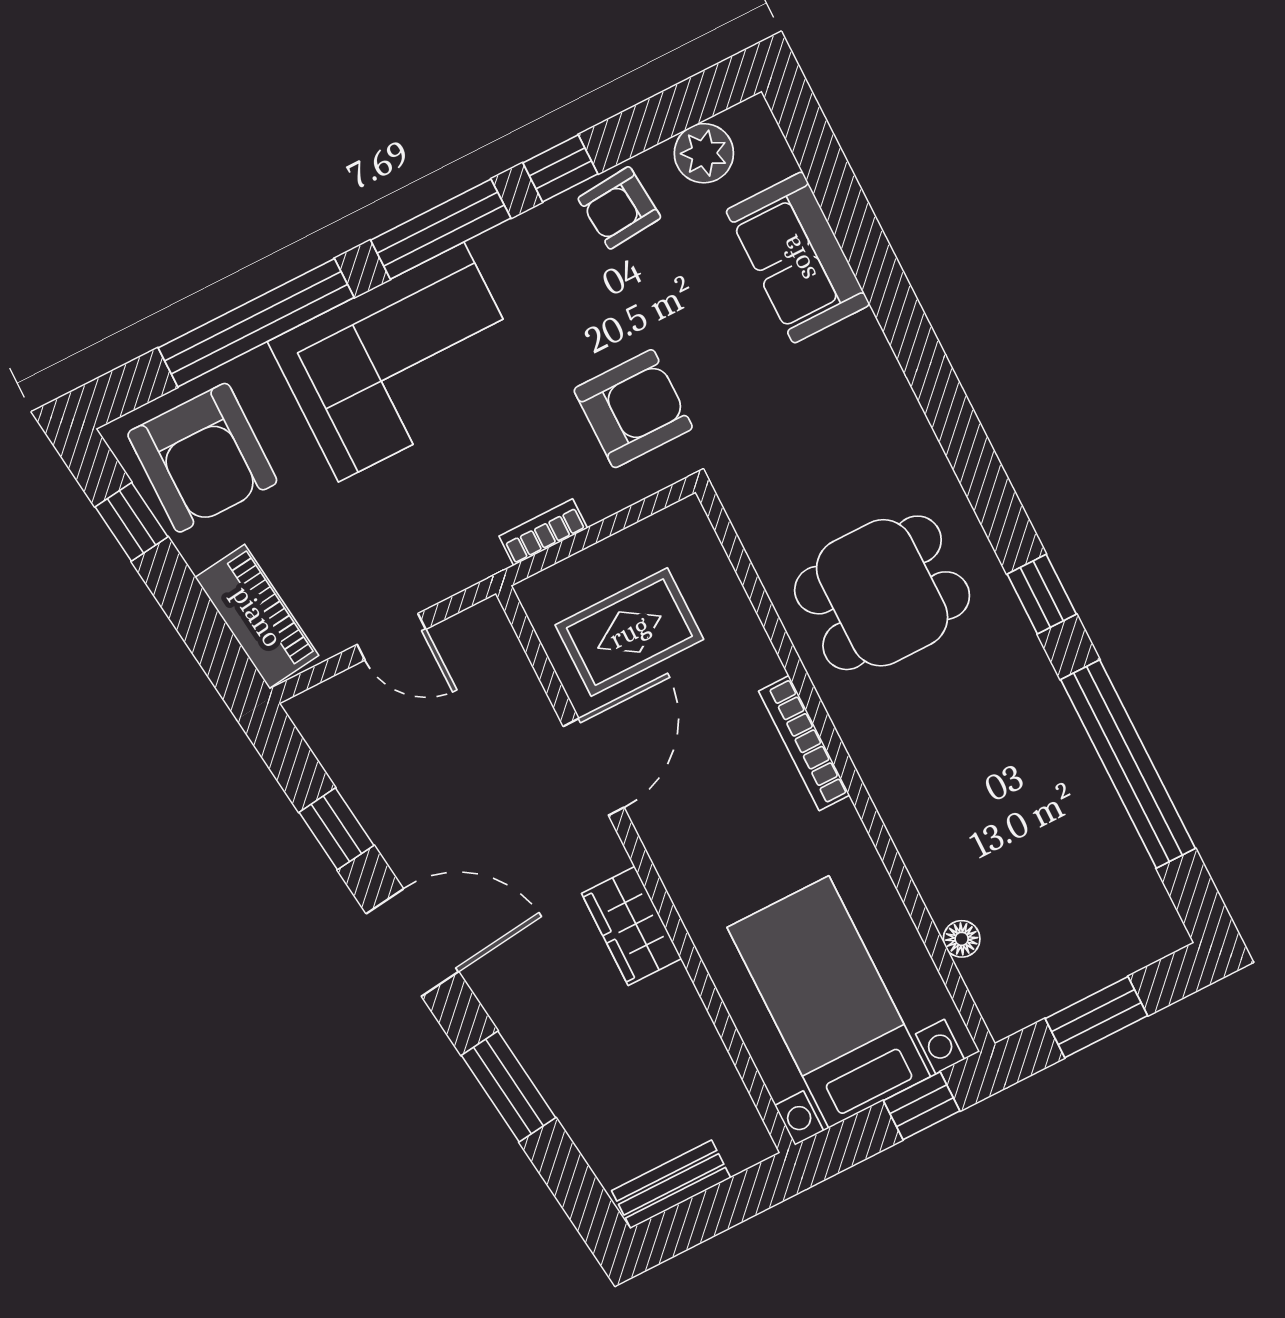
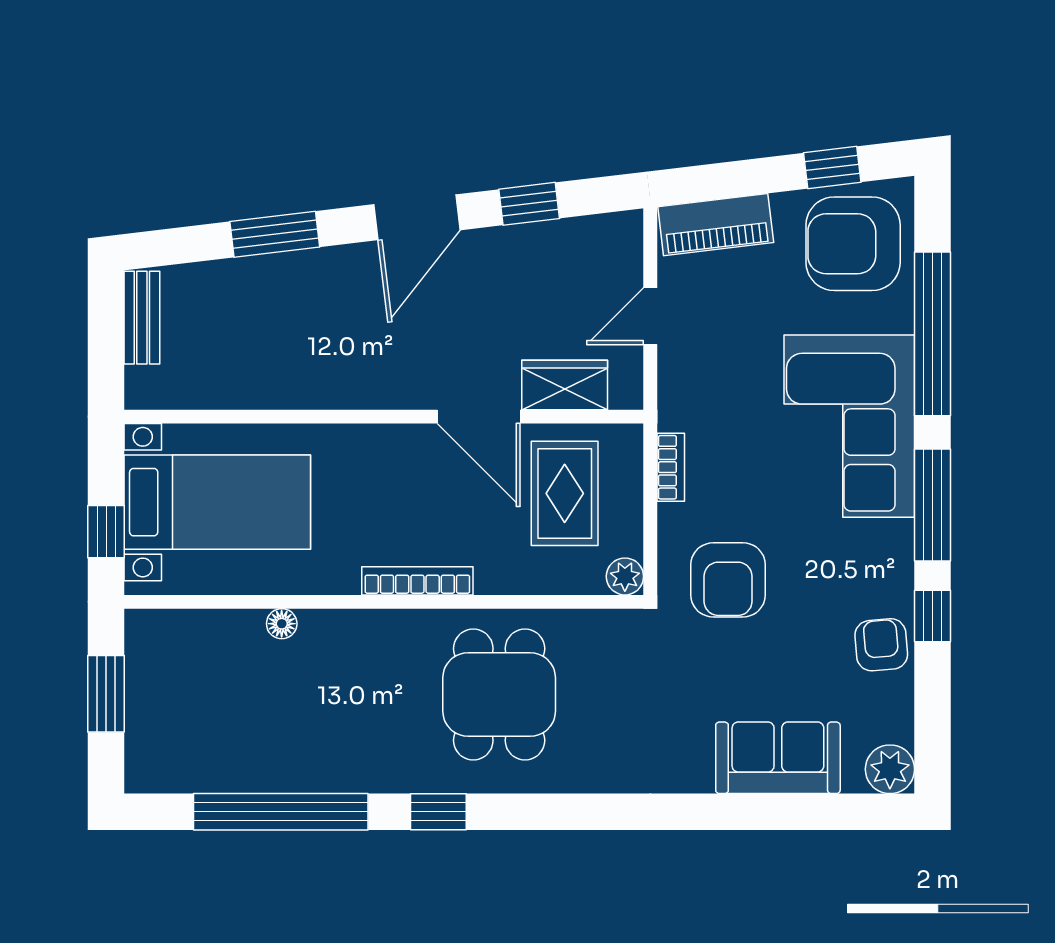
plant: (704, 153) -> (890, 769), moved
plant: (686, 522) -> (625, 576), added
wardrobe: (632, 926) -> (565, 385), moved
floor lamp: (962, 939) -> (282, 624), moved

